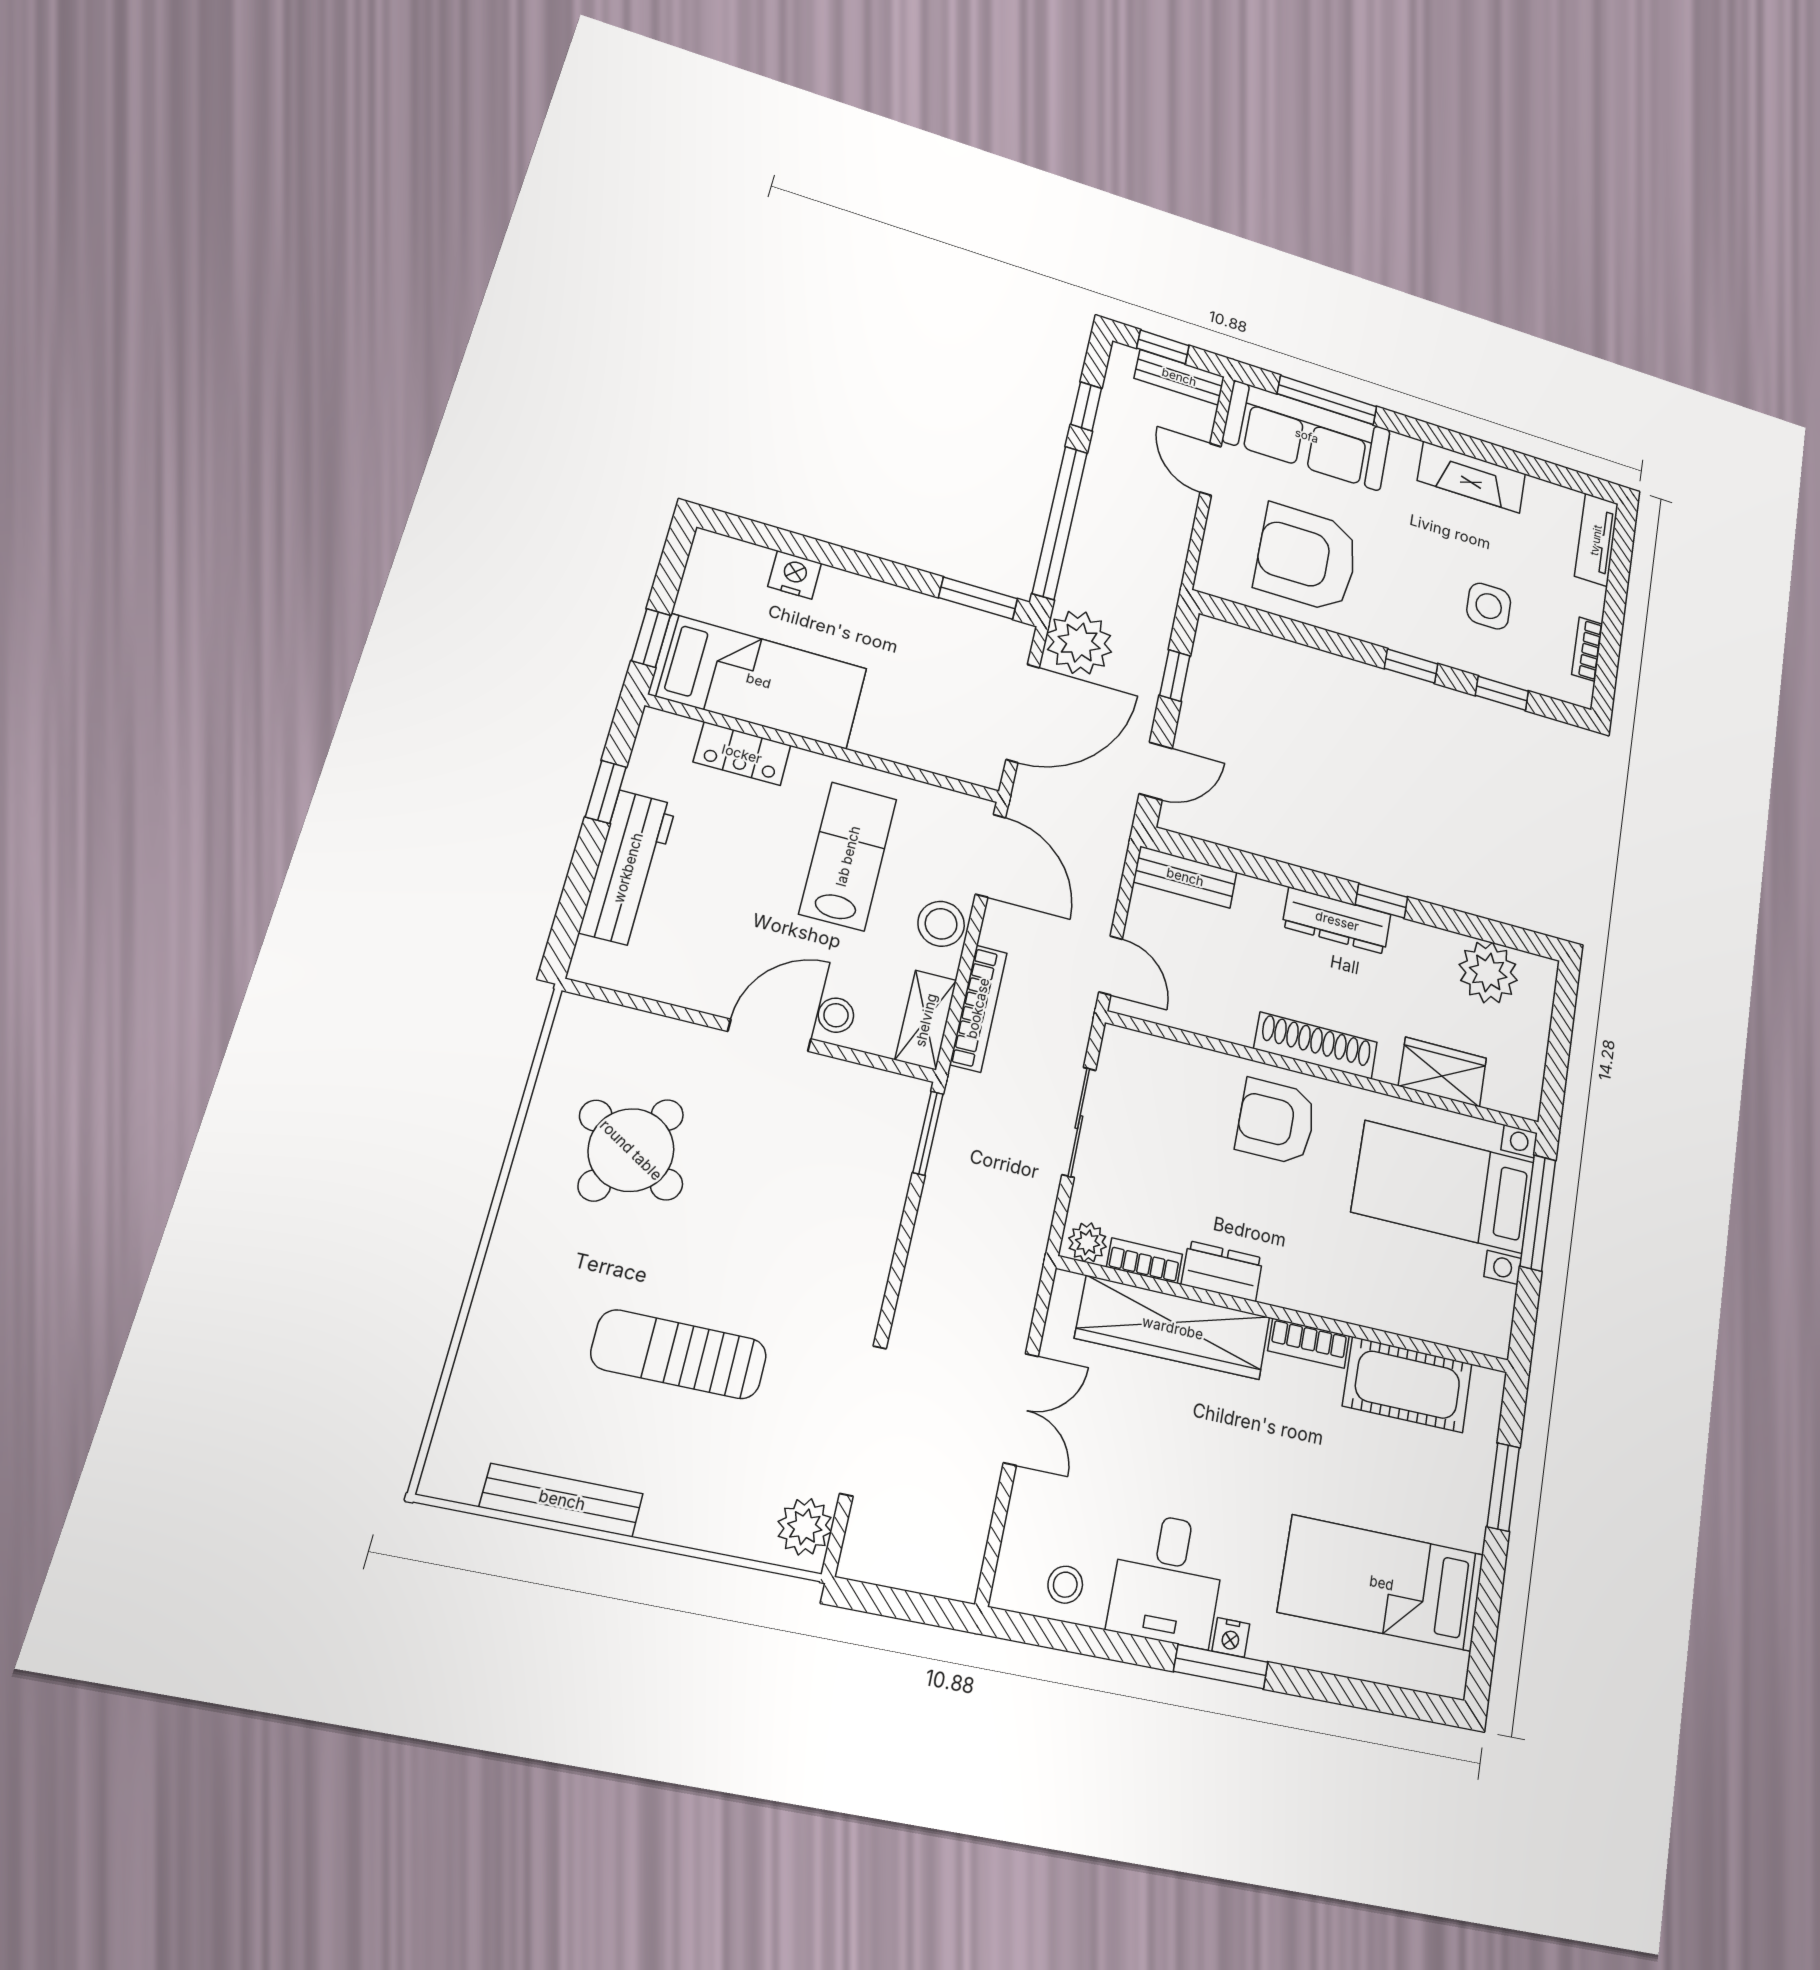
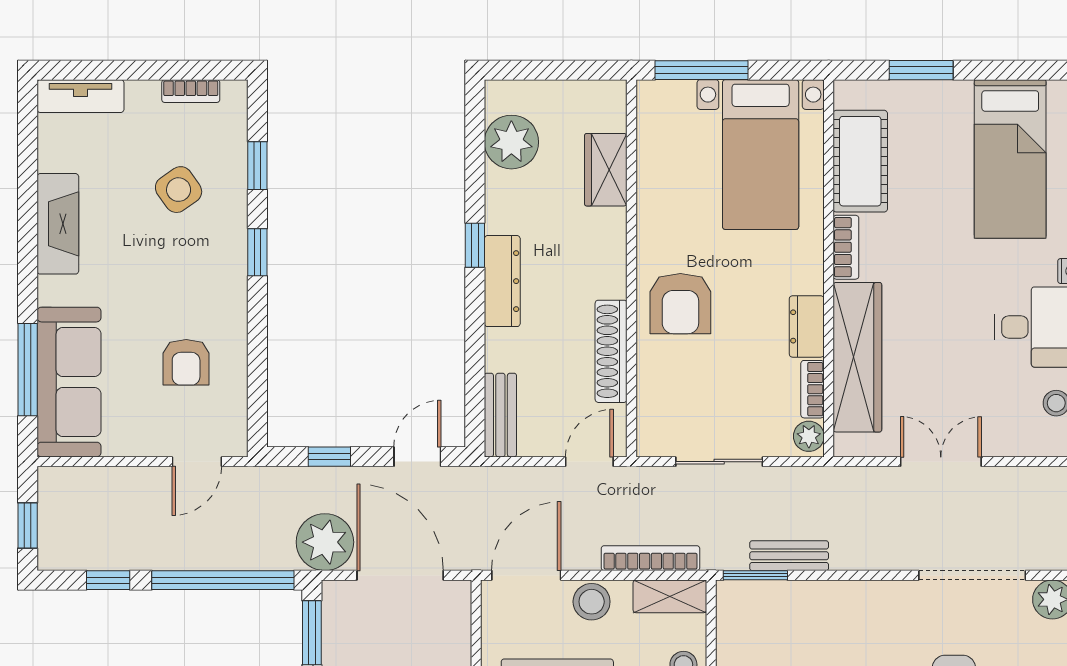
bench: (1179, 377) -> (789, 556), moved, turned 90
door: (1211, 469) -> (197, 462), moved
armchair: (1307, 558) -> (186, 362), width x0.53, depth x0.53
side table: (1489, 606) -> (179, 190), turned -35
door: (1156, 771) -> (417, 457), hinge flipped
shoe rack: (1316, 1046) -> (611, 351), moved
bed with nightstands: (1444, 1187) -> (761, 155), moved

